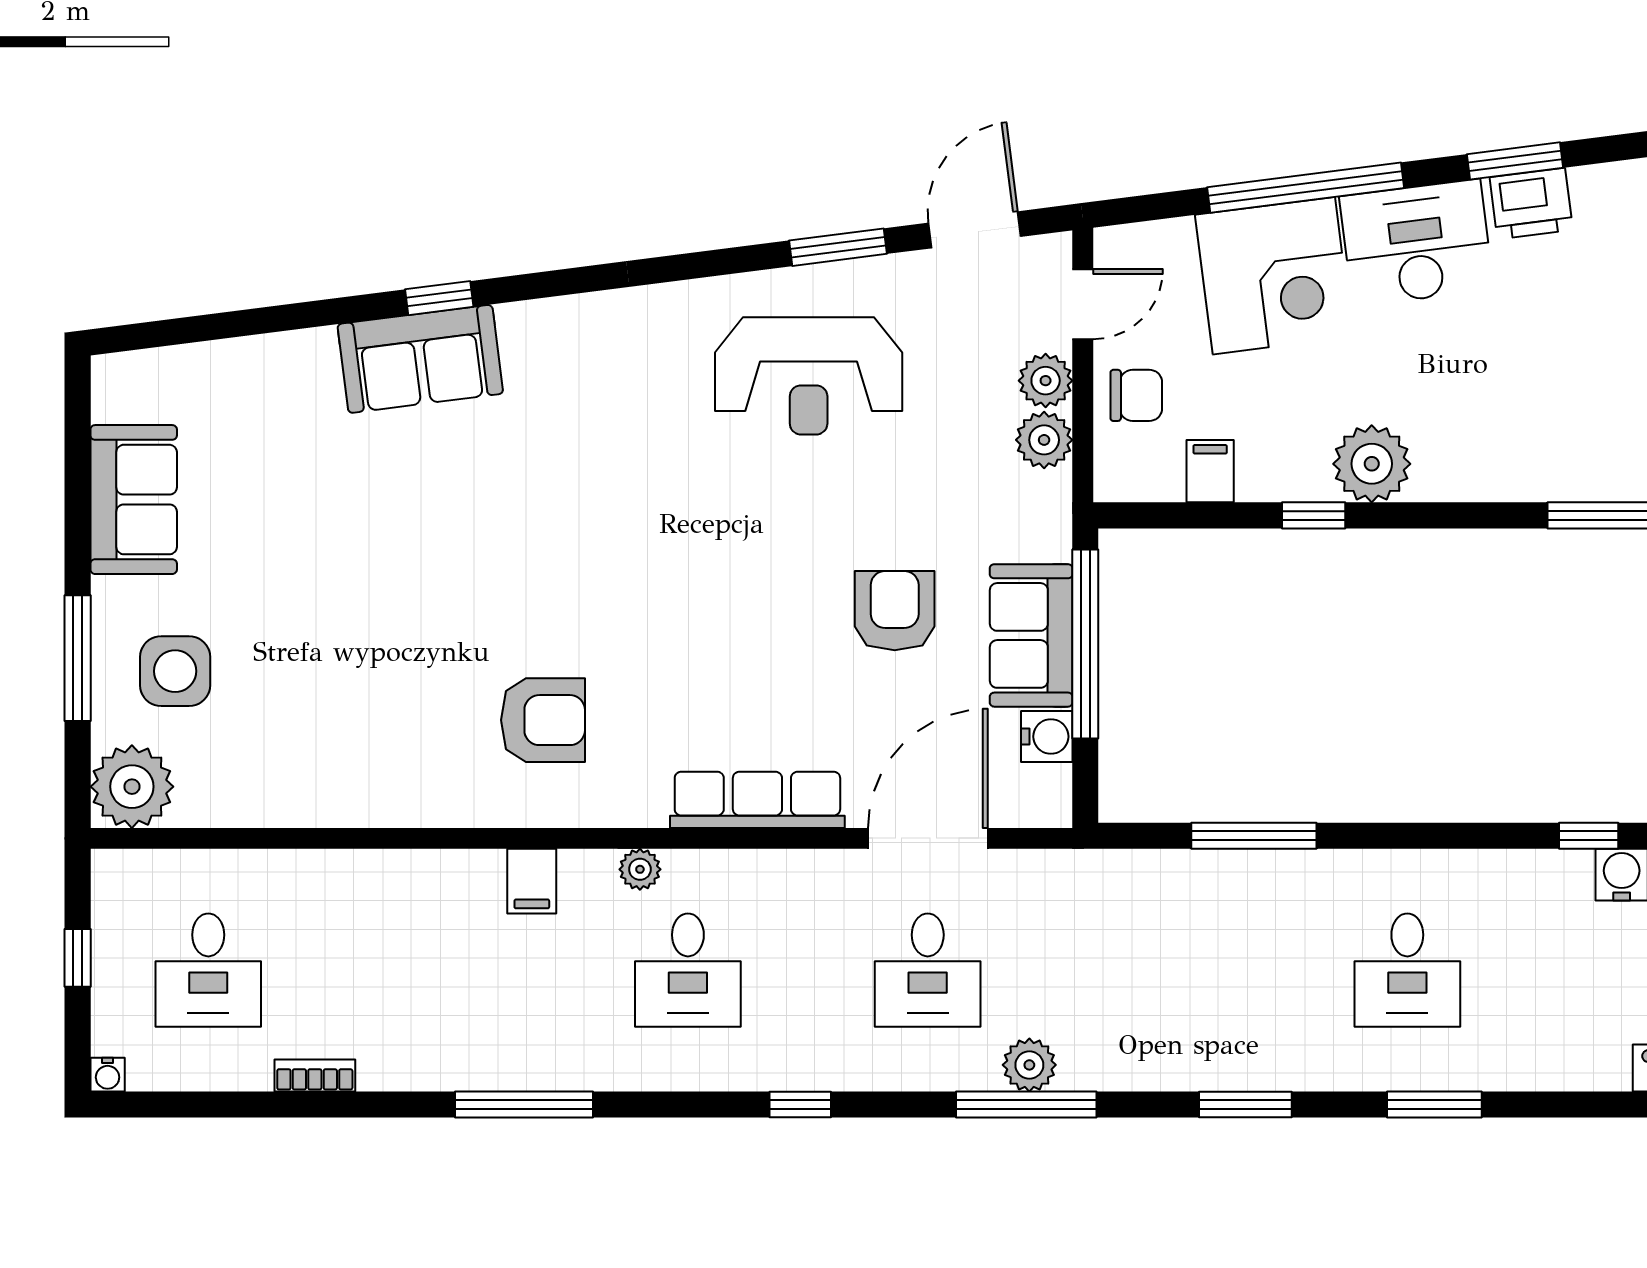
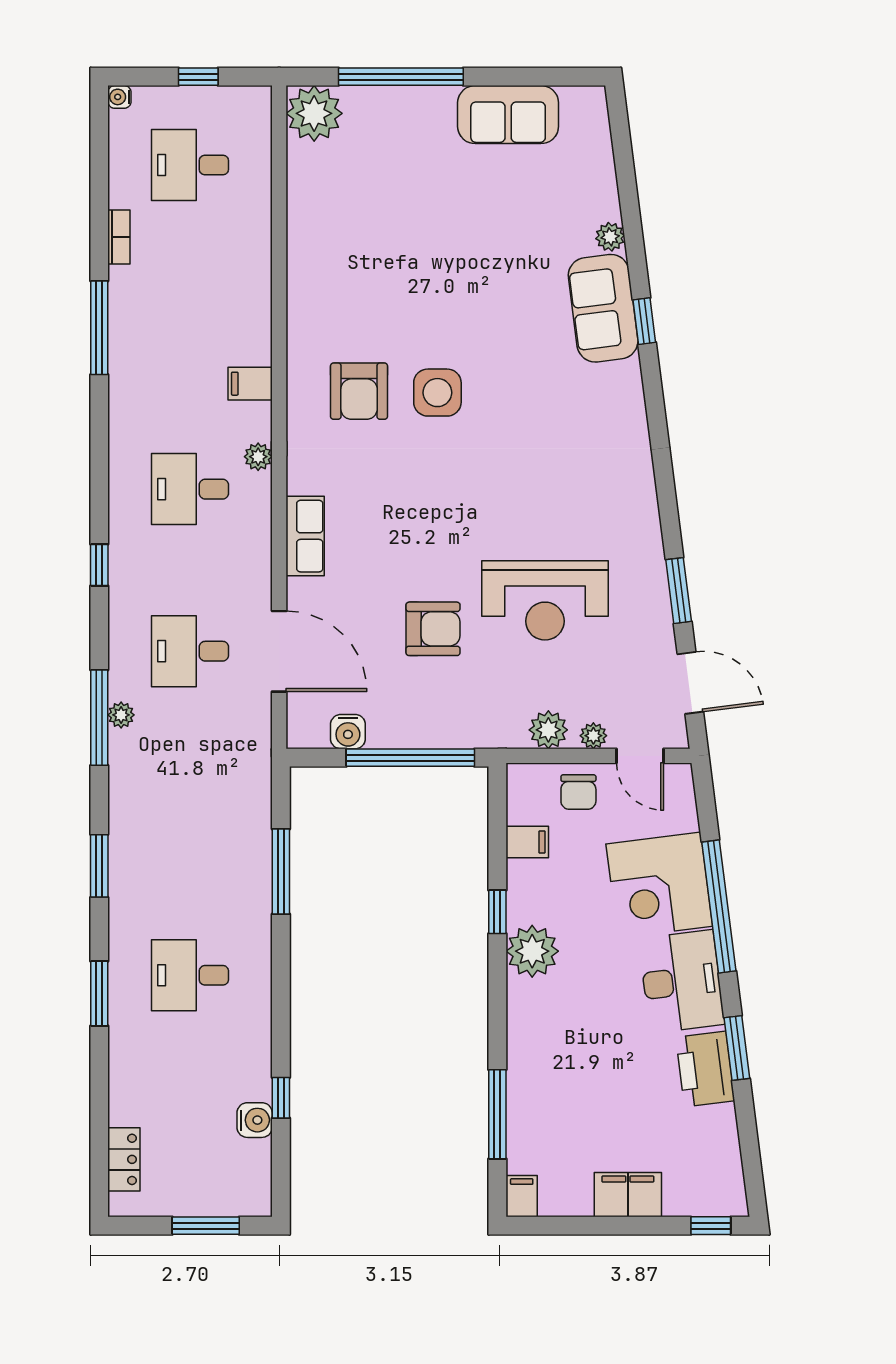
printer: (1531, 204) -> (705, 1069), width x1.37, depth x1.19
plant: (315, 349) -> (610, 237), added
reception desk: (809, 376) -> (545, 600), moved, turned -90
plant: (1046, 381) -> (593, 736), width x0.73, depth x0.73
sofa: (1031, 635) -> (416, 721), removed
window: (78, 658) -> (401, 77), width x1.46
side table: (175, 671) -> (437, 393), moved
row of seats: (757, 800) -> (305, 536), width x0.68
plant: (1029, 1065) -> (121, 715), width x0.73, depth x0.73
window: (524, 1105) -> (99, 328), moved

